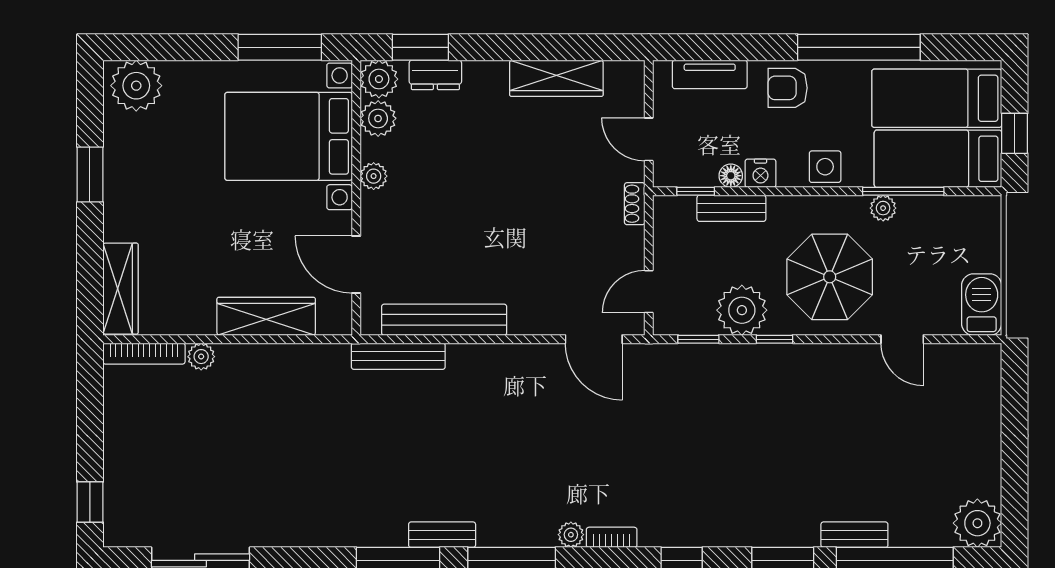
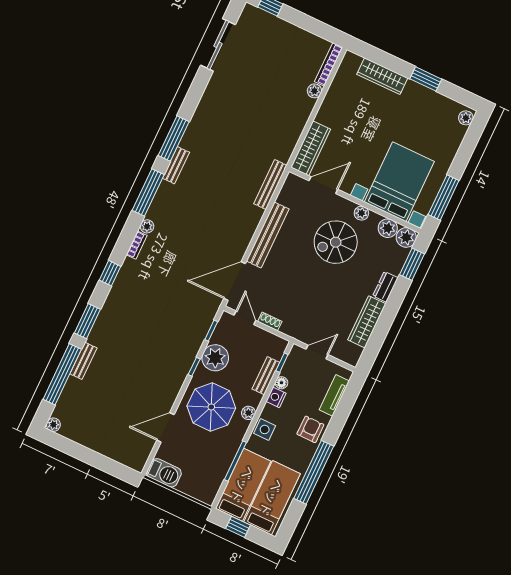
dresser: (435, 75) -> (385, 287), moved
plant: (136, 86) -> (466, 118), width x0.53, depth x0.53
spiral stairs: (444, 197) -> (336, 242), added
shoe rack: (635, 204) -> (270, 321), moved
plant: (883, 208) -> (248, 413), moved
wardrobe: (120, 289) -> (382, 76), moved
wardrobe: (266, 316) -> (311, 148), moved
bench: (444, 320) -> (268, 235), moved
door: (594, 339) -> (235, 281), width x1.36
door: (902, 339) -> (165, 427), width x1.38
plant: (977, 523) -> (53, 425), width x0.53, depth x0.53

